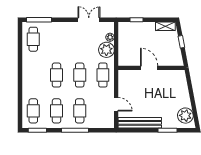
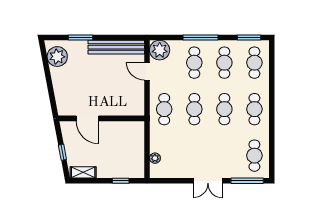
double door: (89, 20) -> (208, 181), moved
plant: (106, 50) -> (160, 50), moved
door: (149, 68) -> (87, 118), moved
cafe table: (33, 75) -> (254, 109), added

